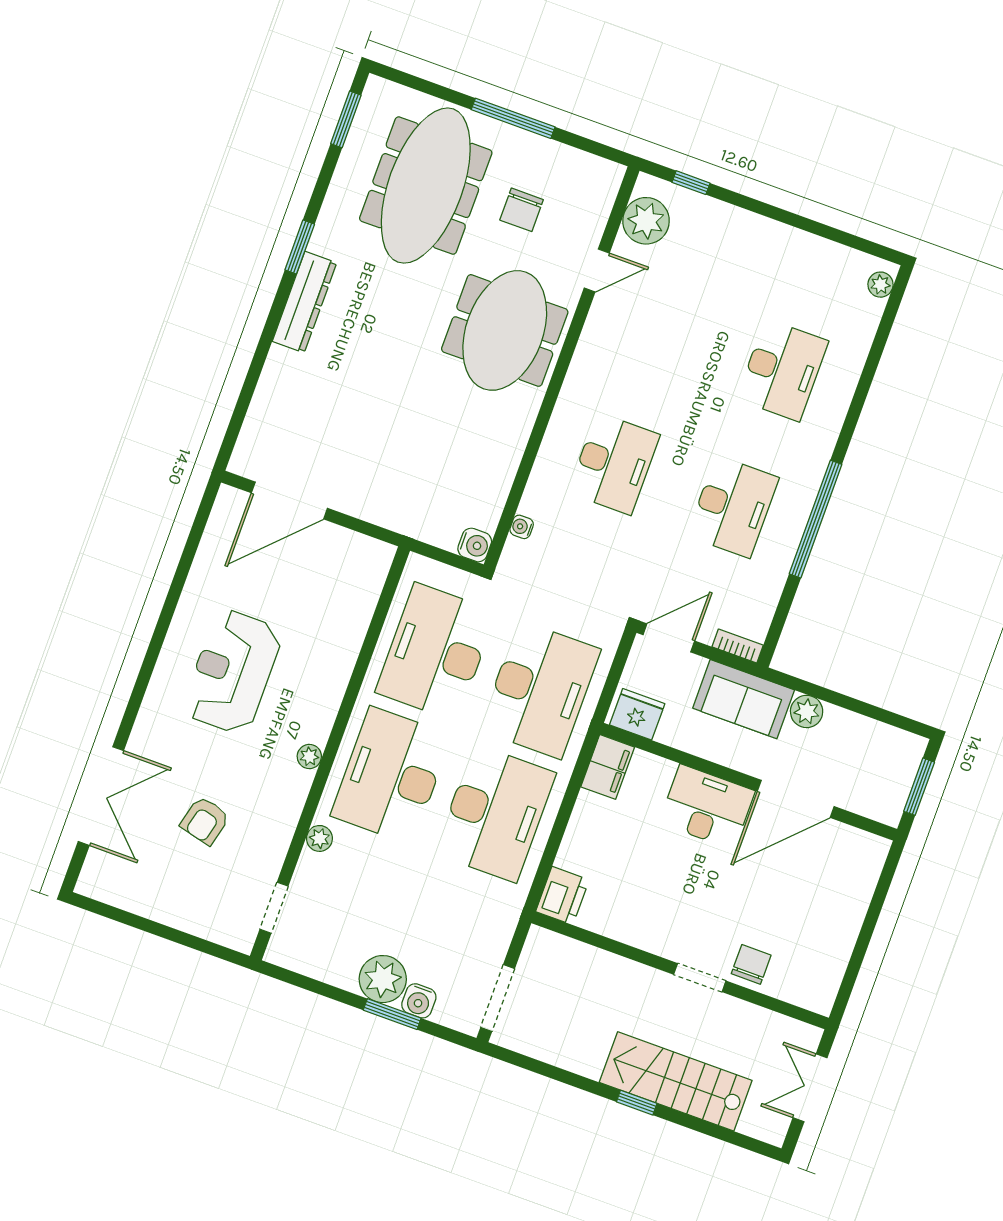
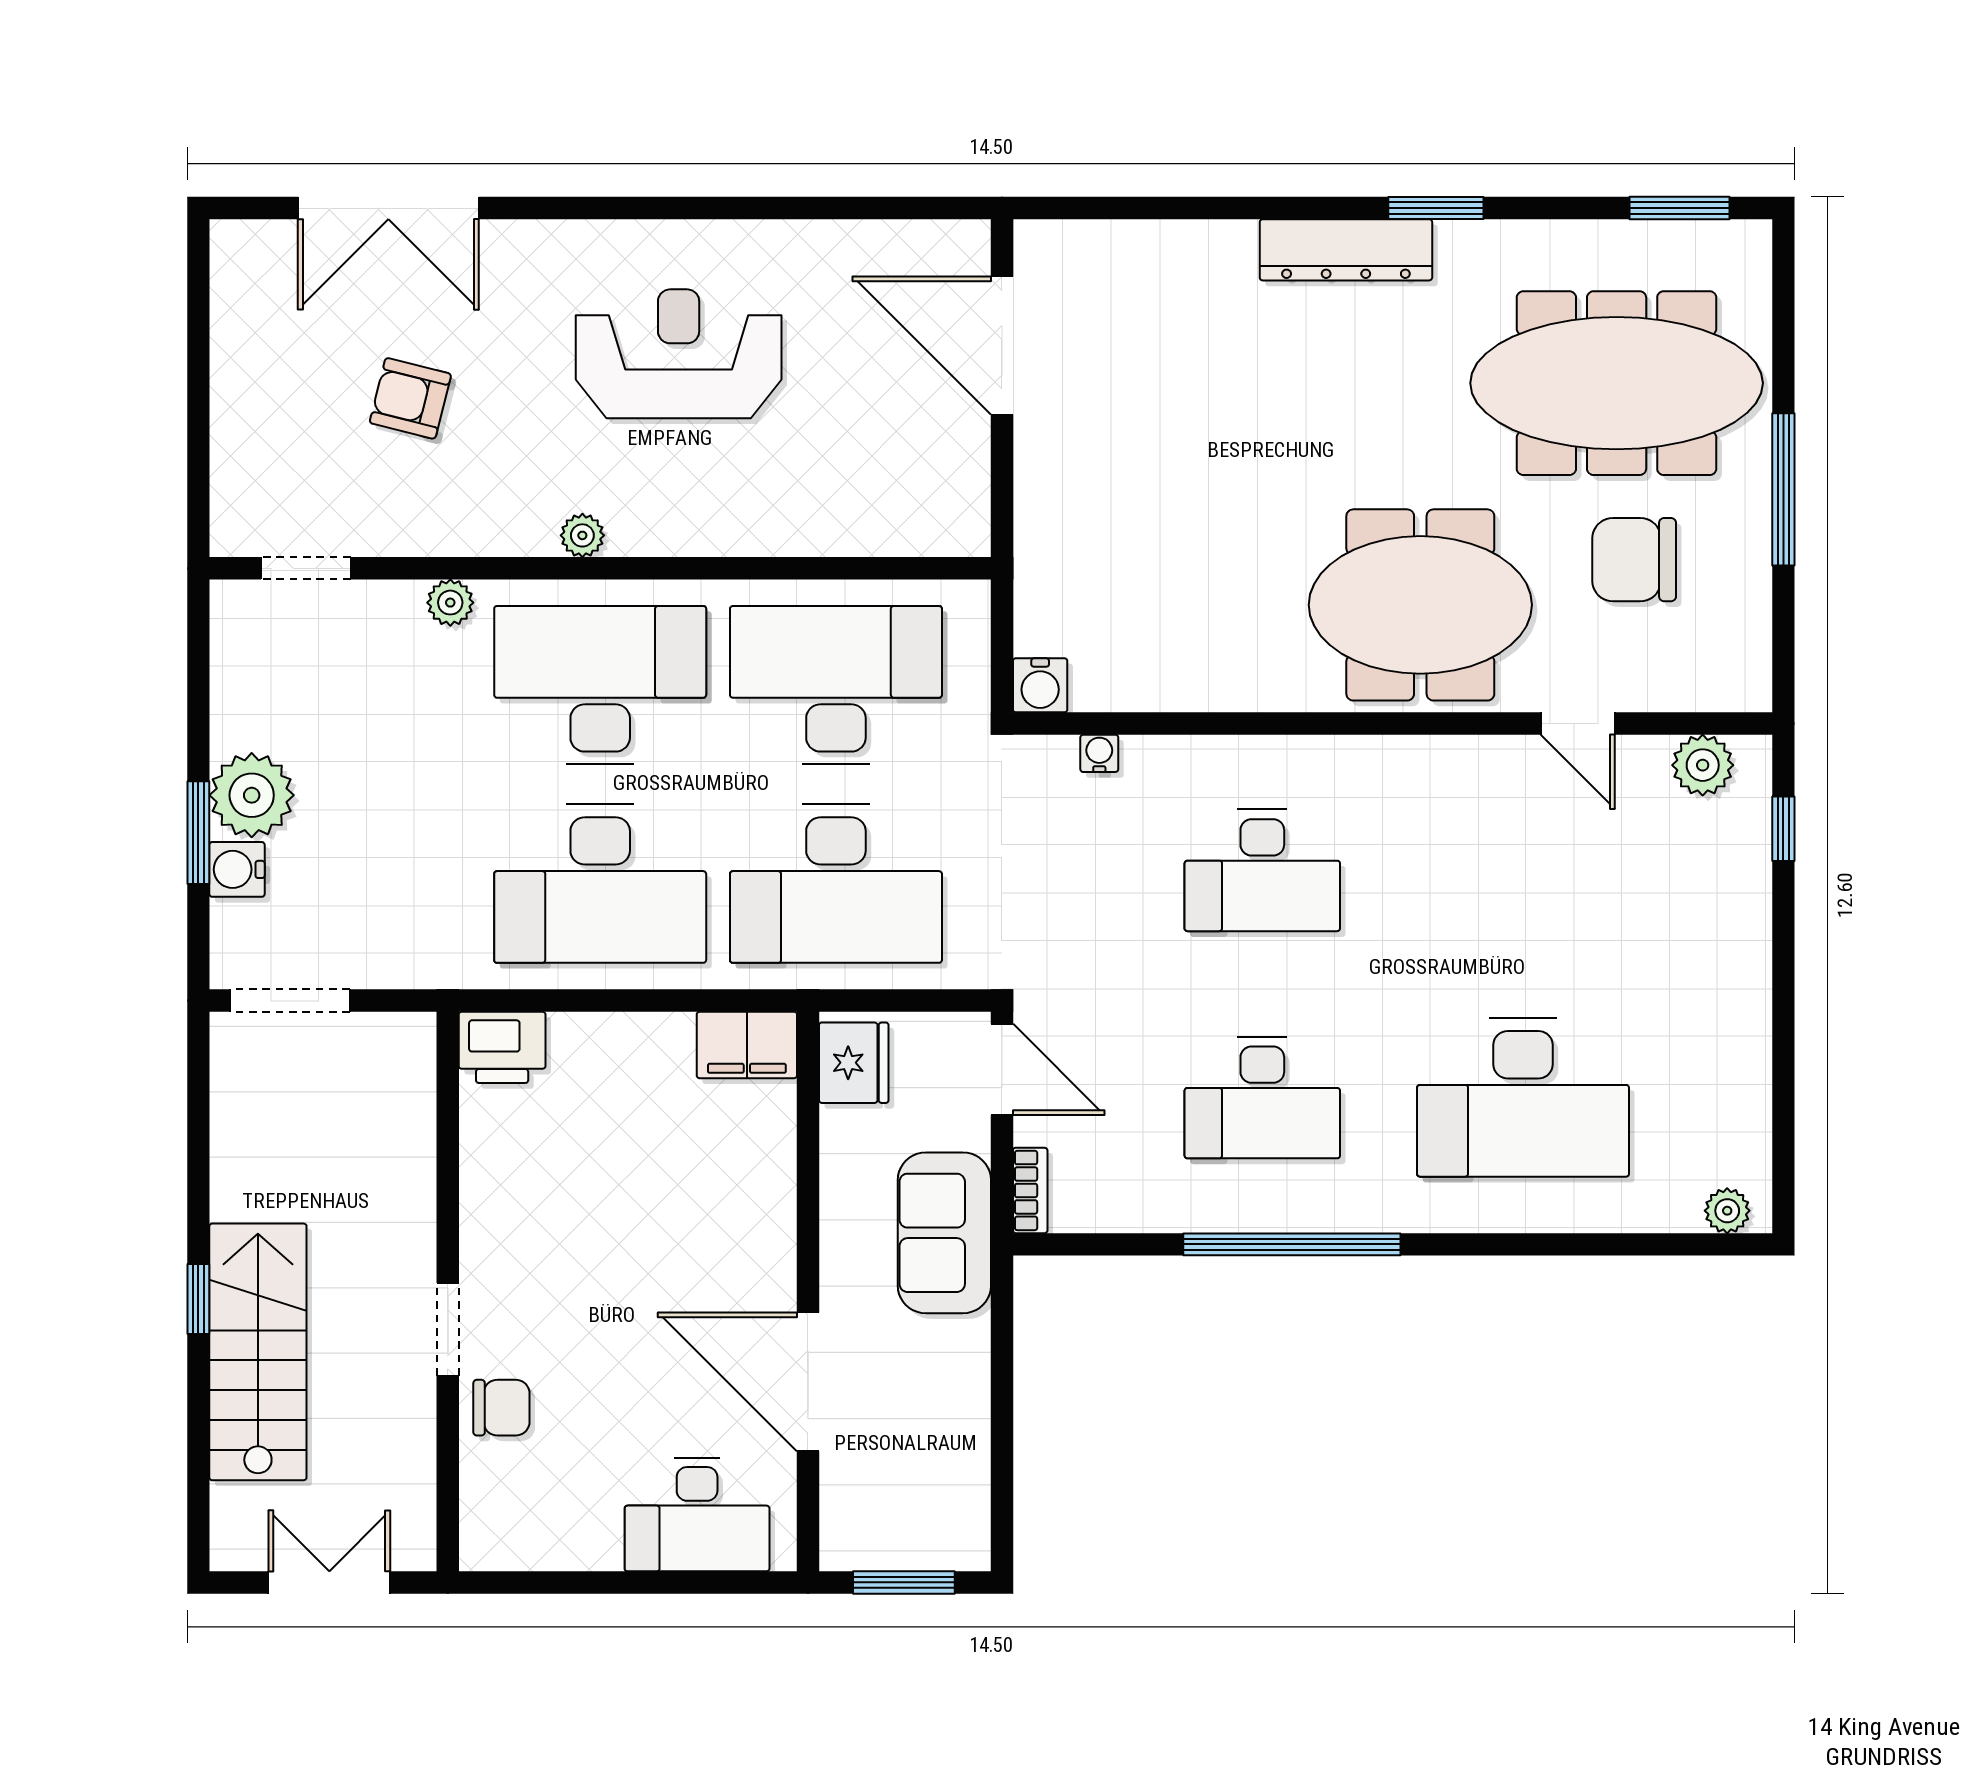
chair: (522, 210) -> (1634, 560), width x1.37, depth x1.37
plant: (646, 221) -> (1703, 765), width x0.73, depth x0.73
desk: (782, 370) -> (1523, 1098), width x1.36, depth x1.30
plant: (807, 711) -> (962, 1347), removed
desk: (707, 807) -> (697, 1515), moved, turned 90

